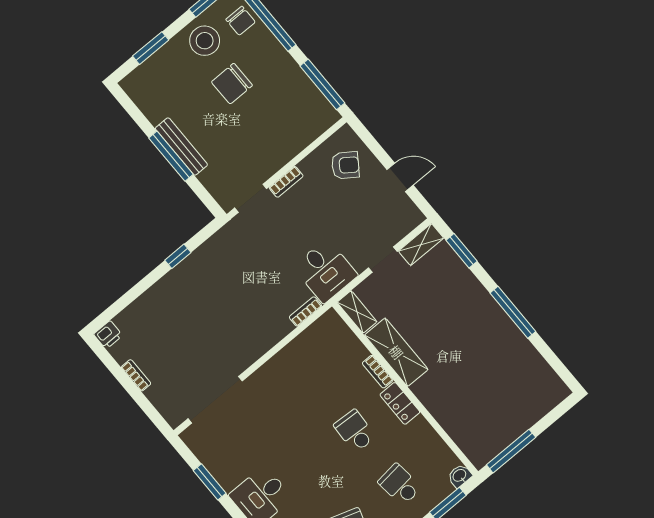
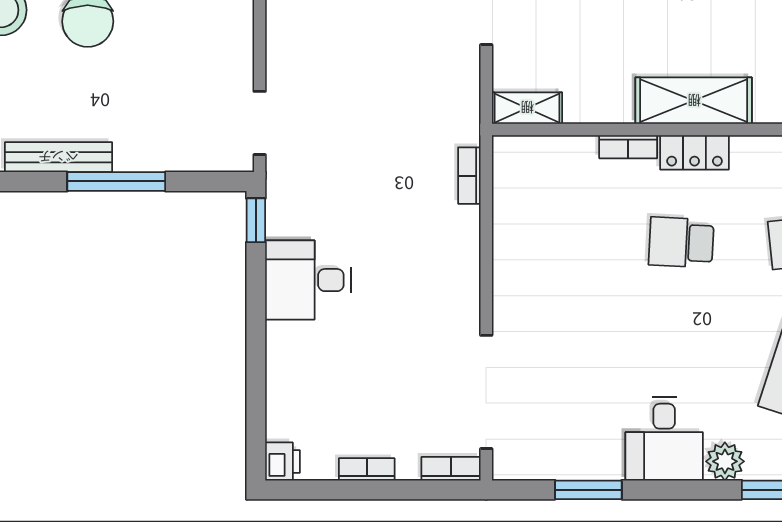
bench: (181, 146) -> (58, 157), moved
bookcase: (286, 182) -> (451, 469), moved, turned -90
window: (178, 256) -> (256, 220), moved
desk: (325, 271) -> (308, 280), moved, turned 180
shelving: (396, 352) -> (694, 101), moved

